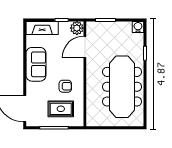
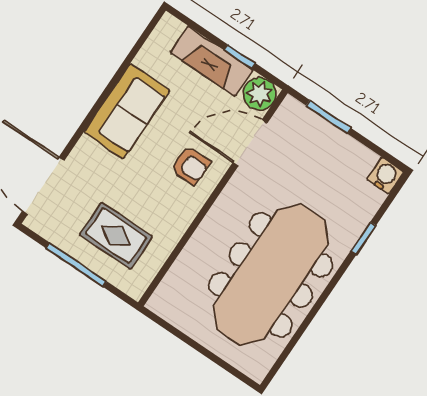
fireplace: (42, 28) -> (212, 61), moved
armchair: (65, 86) -> (190, 166), moved

